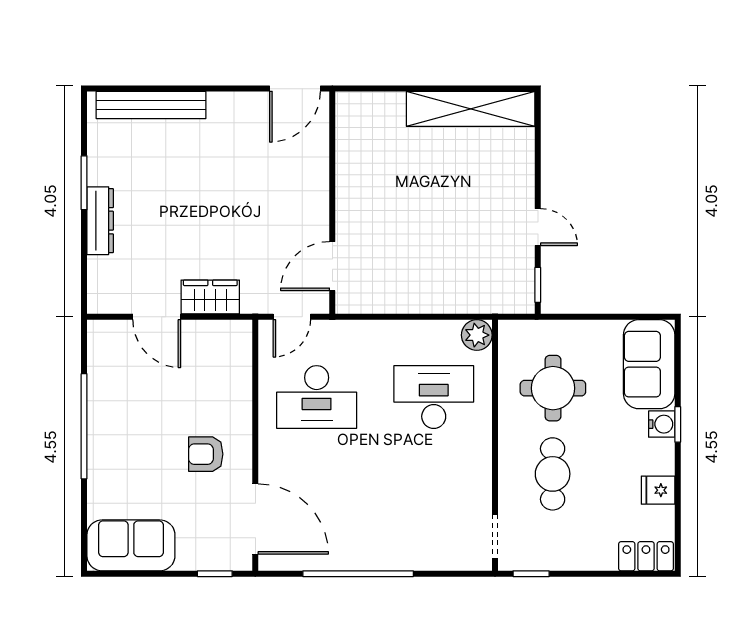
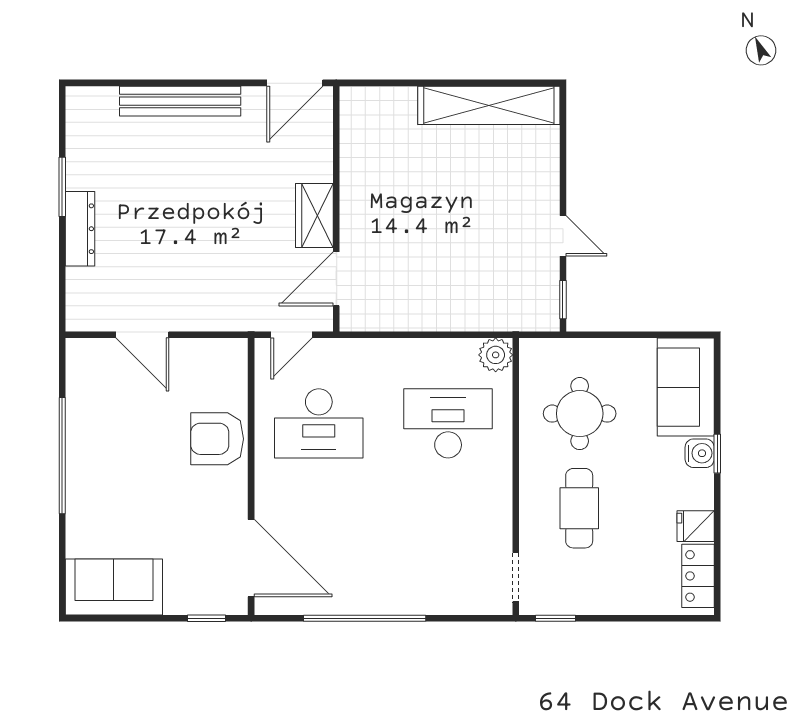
bench: (151, 105) -> (180, 101), moved
wardrobe: (210, 297) -> (314, 215), moved, turned -90
armchair: (206, 454) -> (217, 439), moved, width x1.38, depth x1.38
locker: (646, 556) -> (698, 576), moved, turned -90

